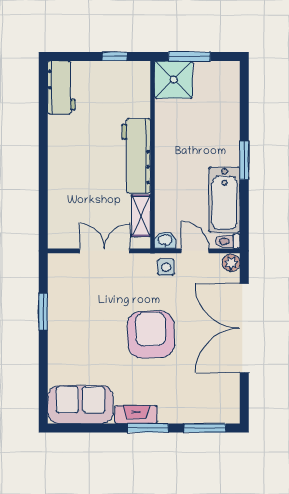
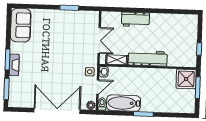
workbench: (61, 87) -> (135, 19), moved
armchair: (151, 335) -> (55, 63), removed
fireplace: (136, 415) -> (14, 65), moved

